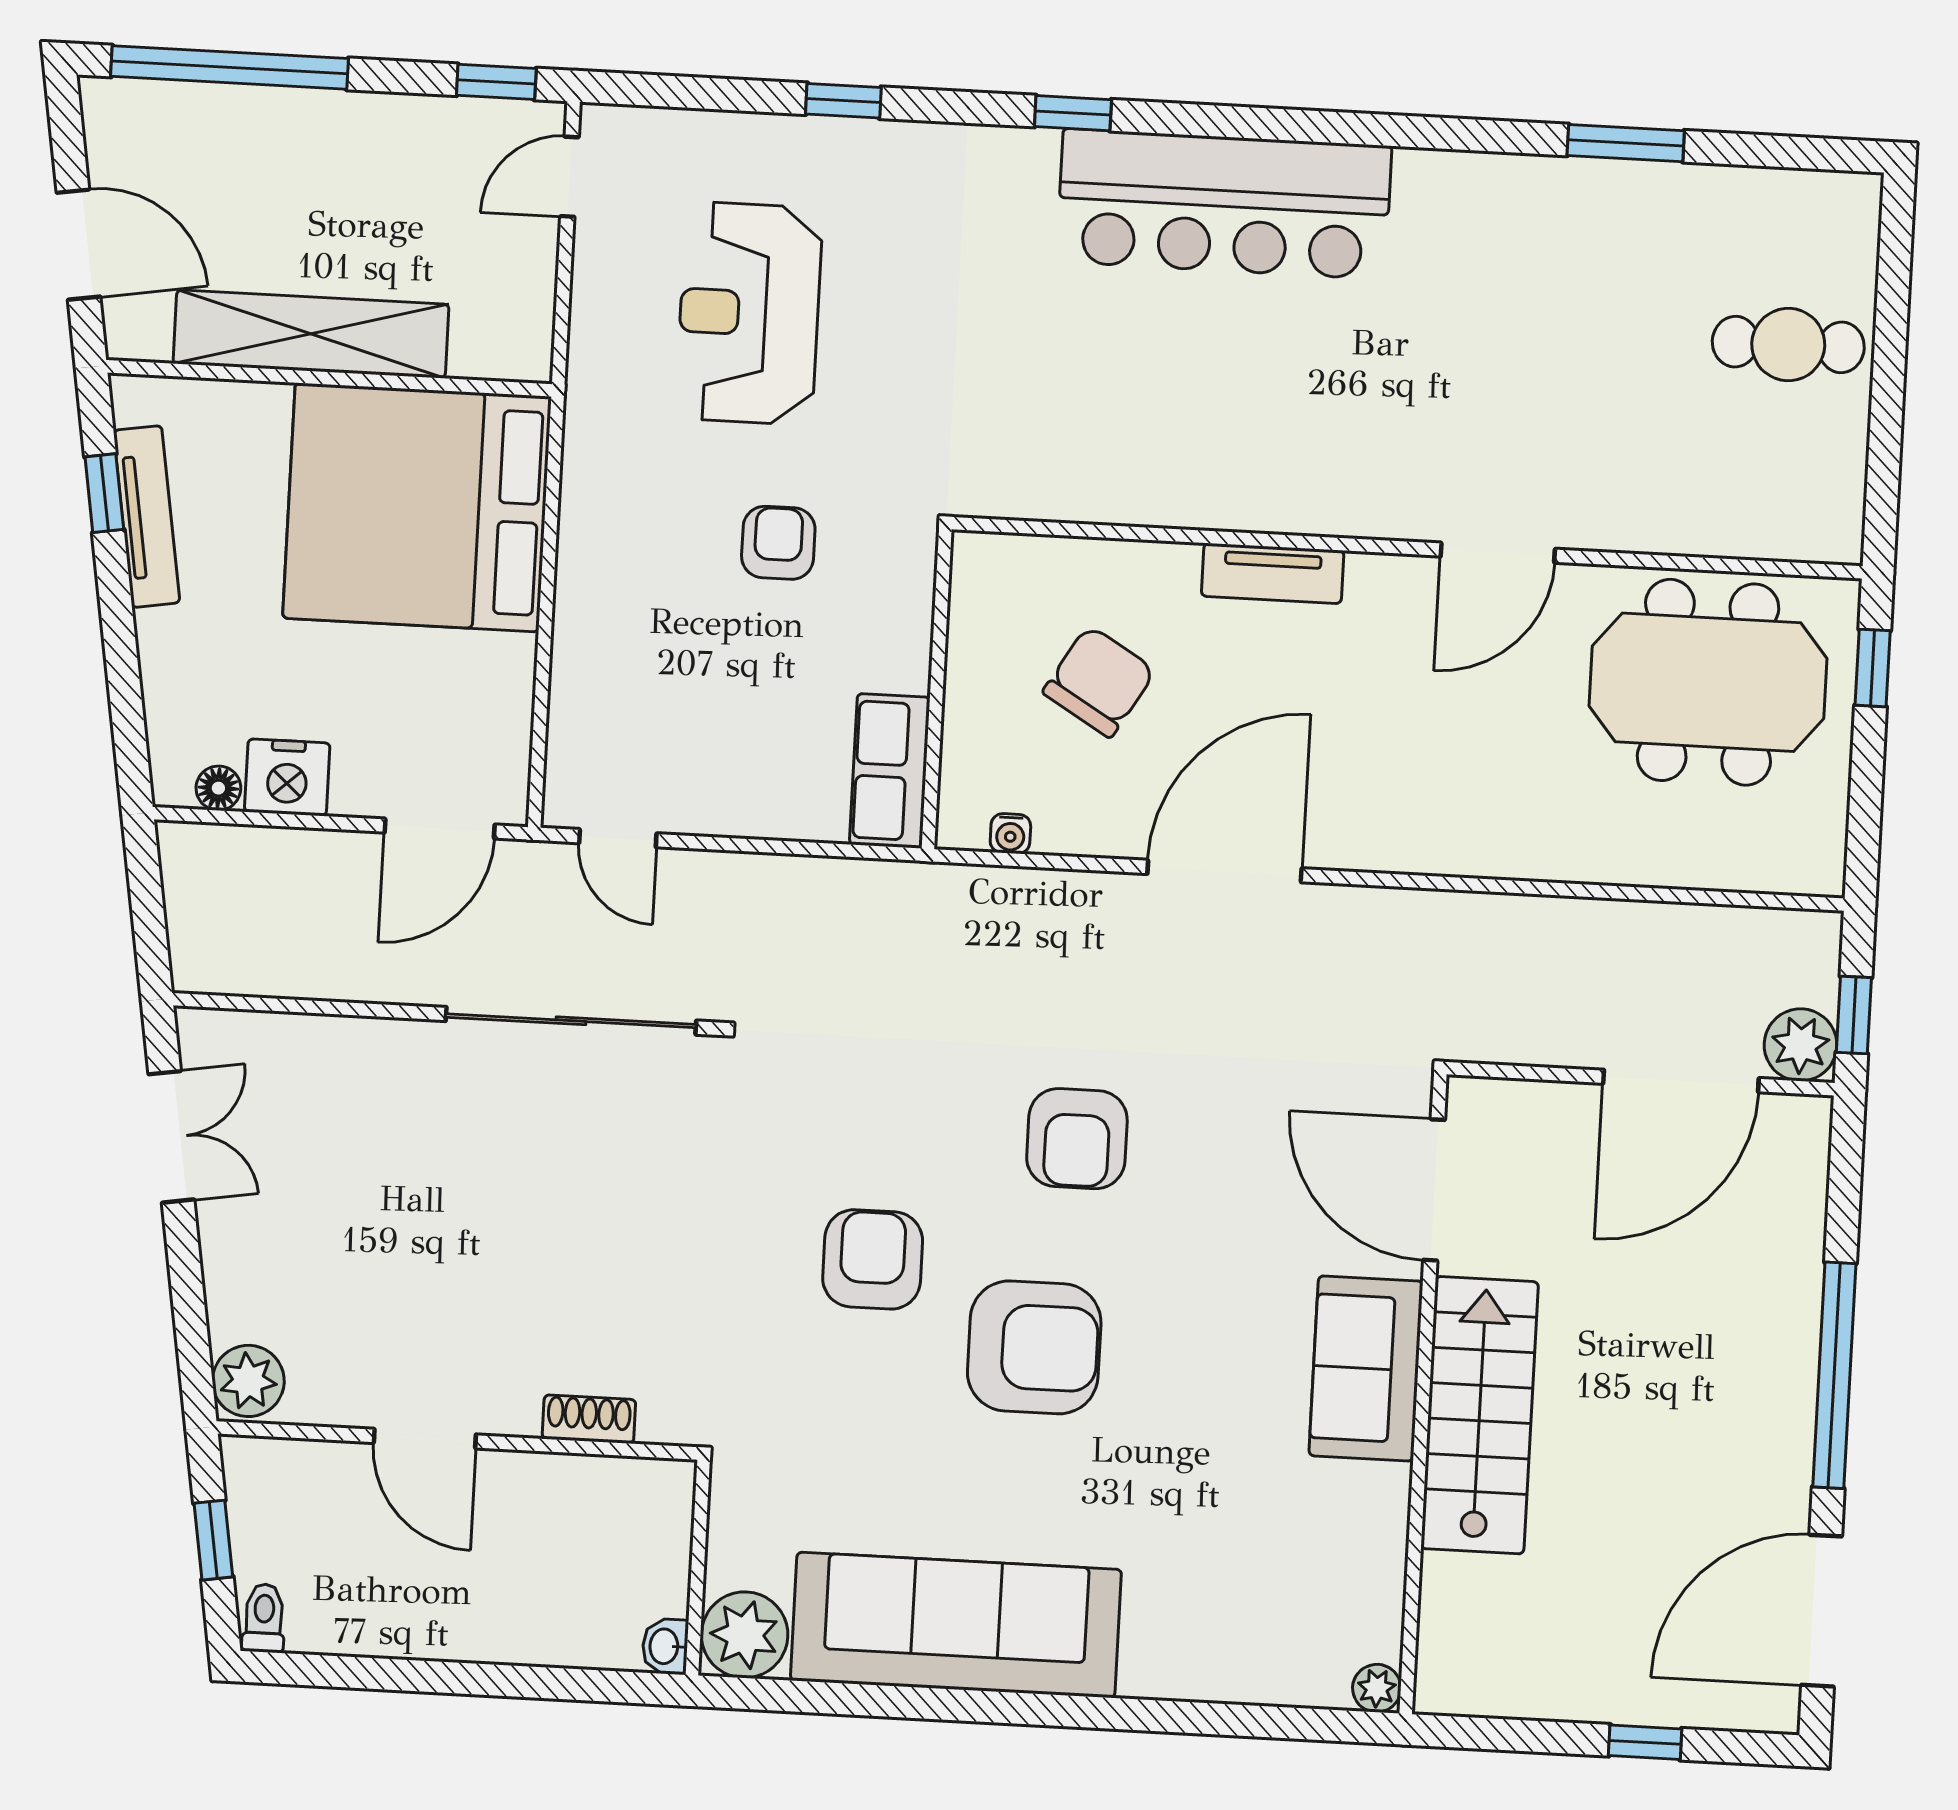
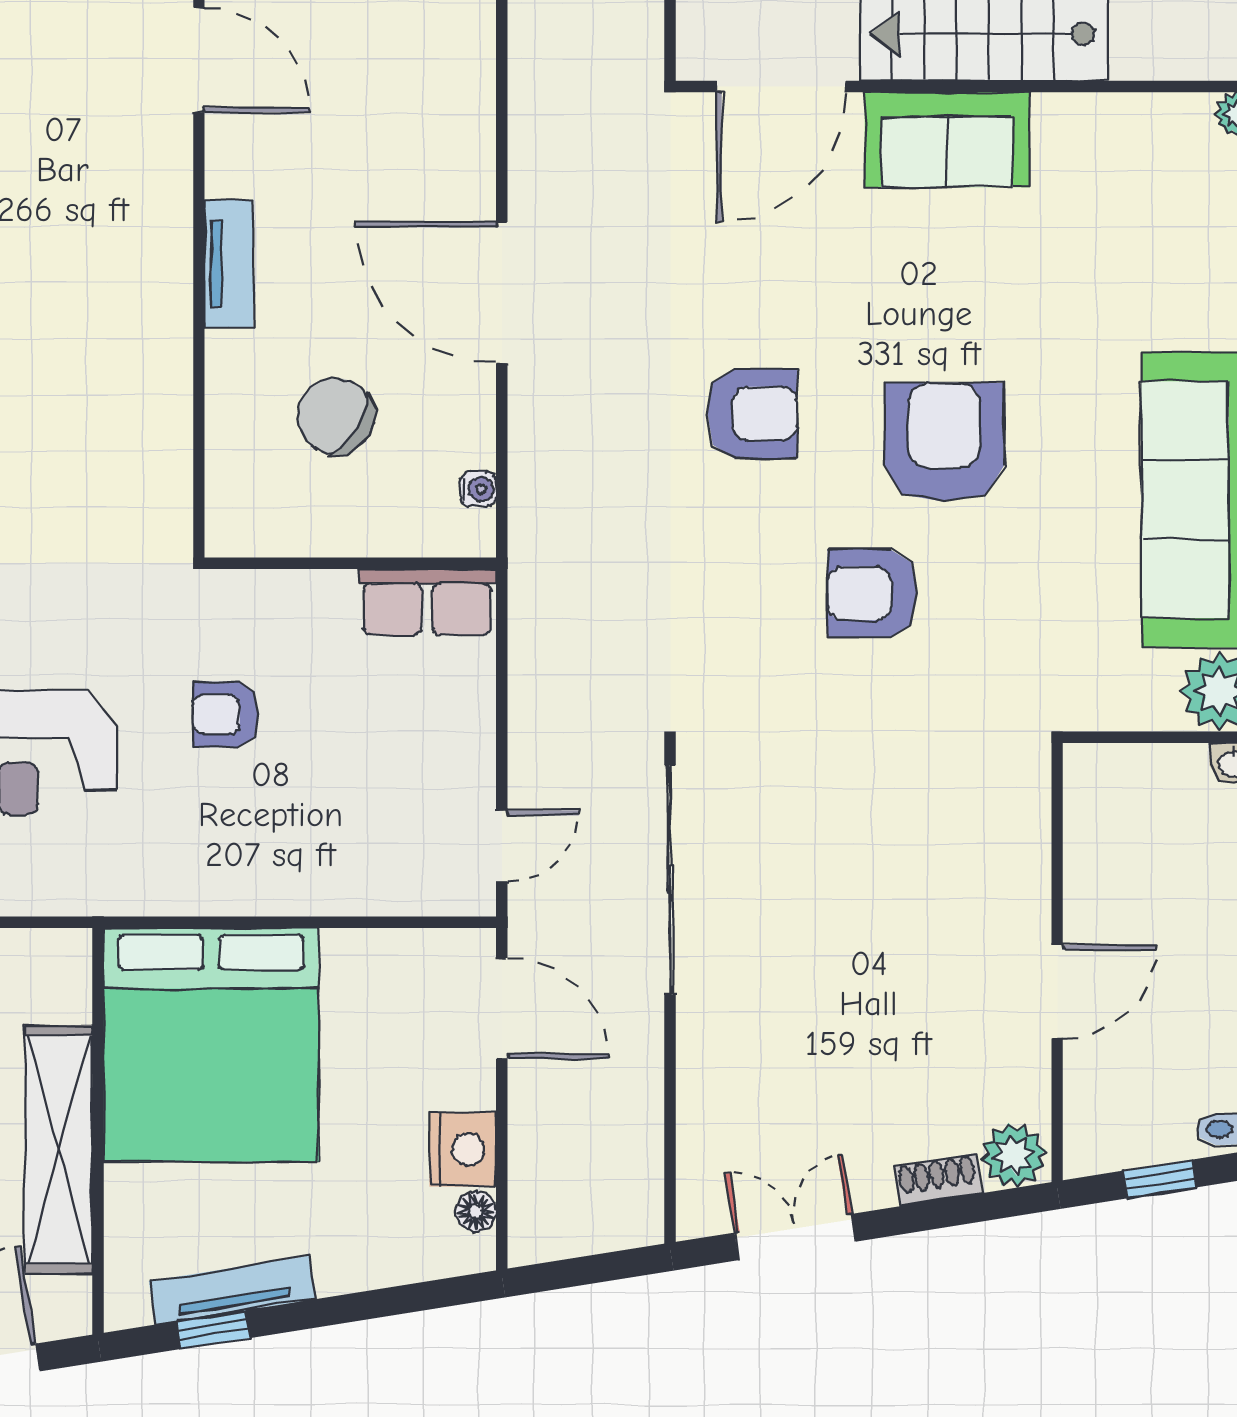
shoe rack: (589, 1419) -> (938, 1180), moved, turned 81

